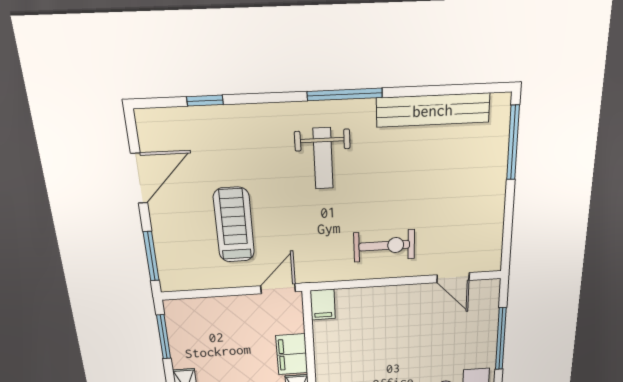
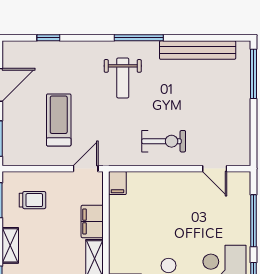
trolley: (209, 334) -> (32, 200), added

